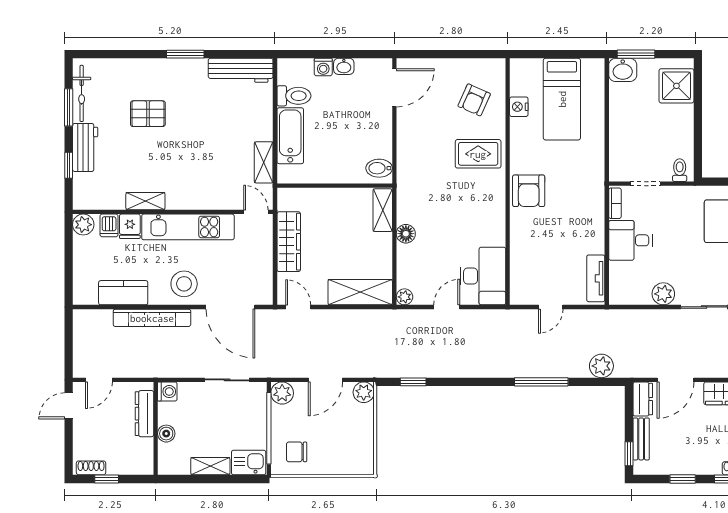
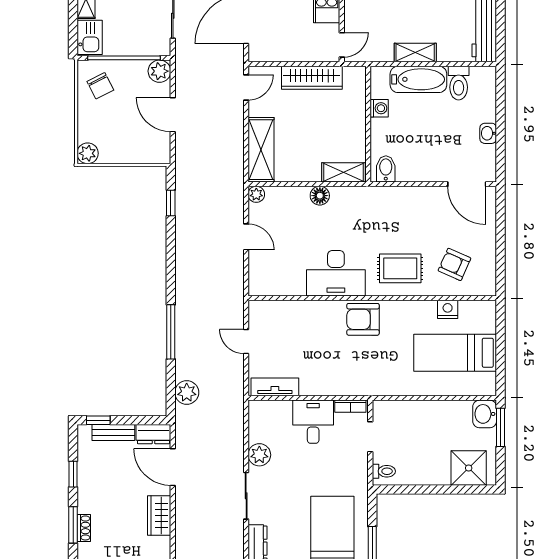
washing machine: (323, 67) -> (379, 108), moved, turned 180
rug: (478, 154) -> (400, 268), turned 90
shelving: (264, 162) -> (415, 53), moved
desk: (483, 276) -> (336, 273), moved
plant: (364, 392) -> (88, 153), moved
chair: (297, 452) -> (100, 86), turned 153

